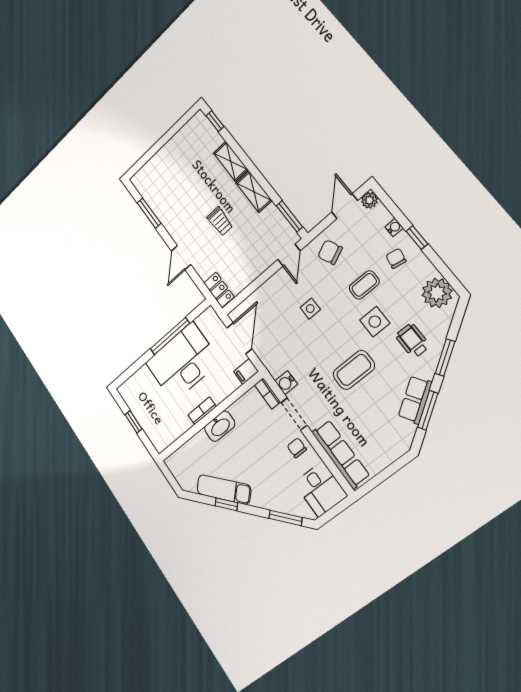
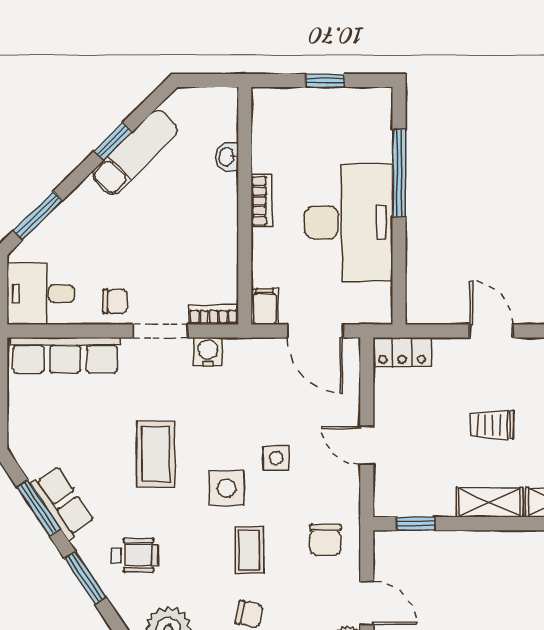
window: (289, 216) -> (416, 524), width x0.67
chair: (330, 252) -> (325, 540), turned 114
door: (289, 255) -> (367, 445), moved
side table: (375, 322) -> (227, 488), moved
window: (170, 336) -> (399, 173), moved
washbasin: (220, 426) -> (227, 157), moved, width x0.52, depth x0.69

